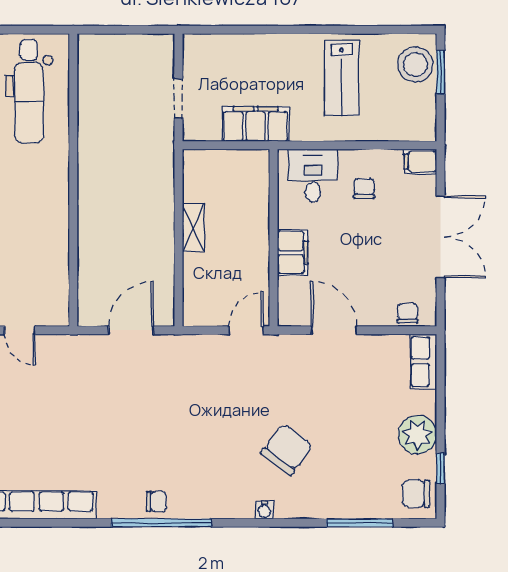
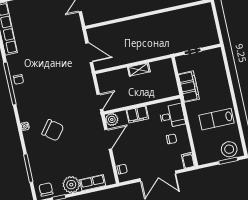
plant: (292, 312) -> (112, 119), added
door: (246, 330) -> (100, 102), hinge flipped
row of seats: (423, 362) -> (93, 183), moved

